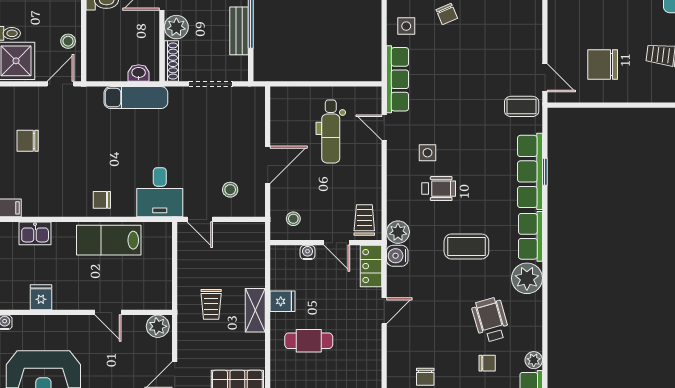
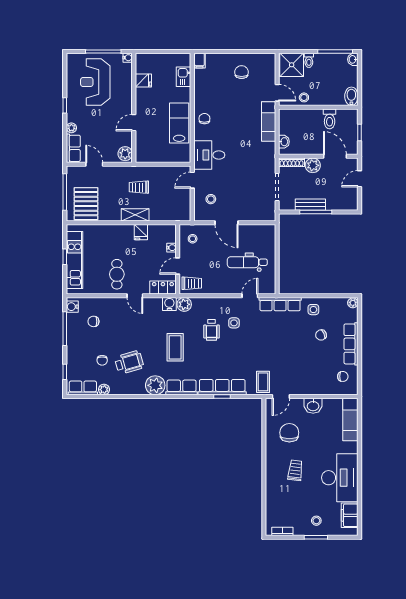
washbasin: (560, 27) -> (313, 406), added
exam couch: (136, 98) -> (269, 122), moved
cafe table: (309, 341) -> (117, 274), moved

